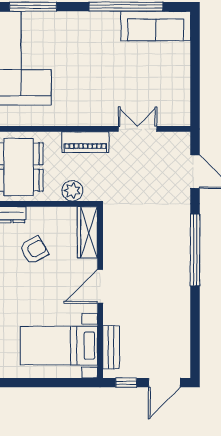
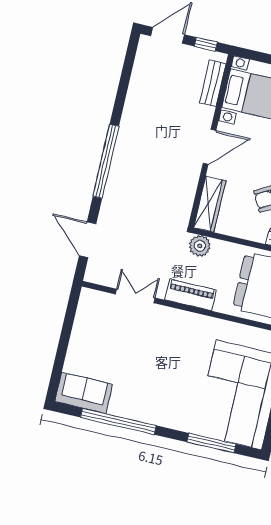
sofa: (156, 26) -> (84, 393), width x0.73
double door: (138, 129) -> (135, 296), swing flipped
plant: (72, 191) -> (200, 246), moved

